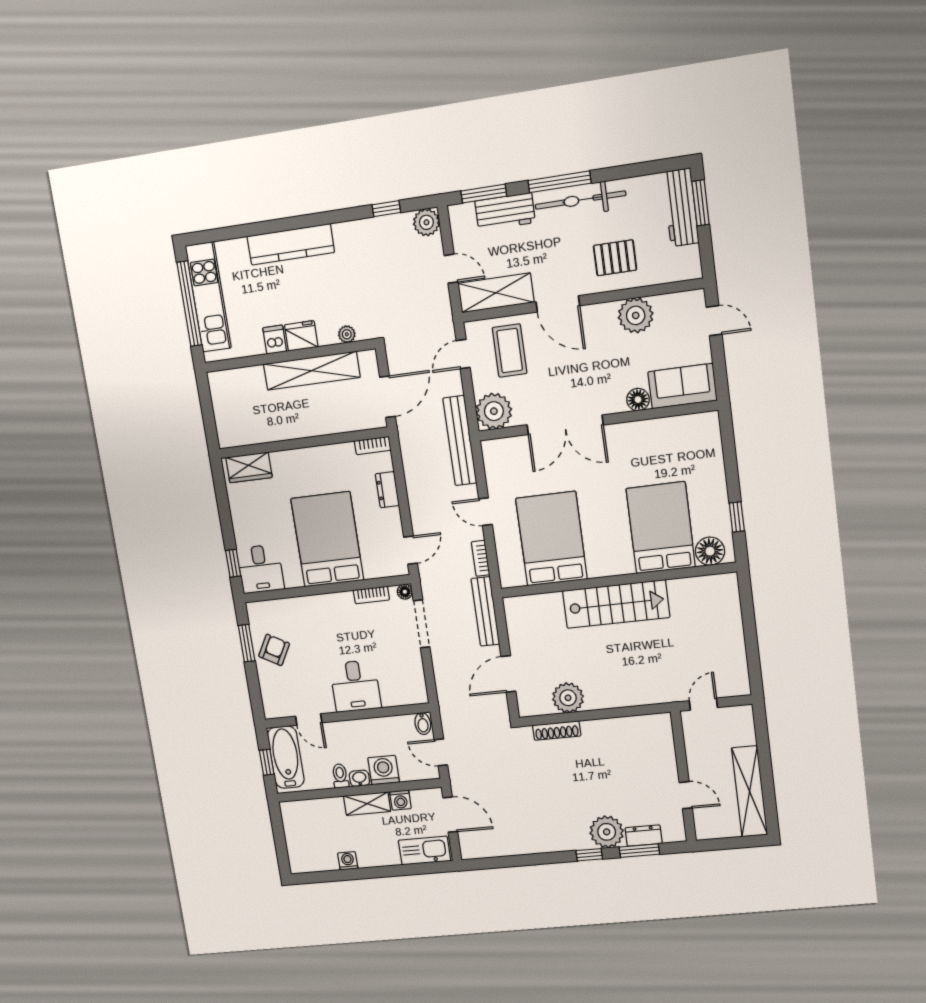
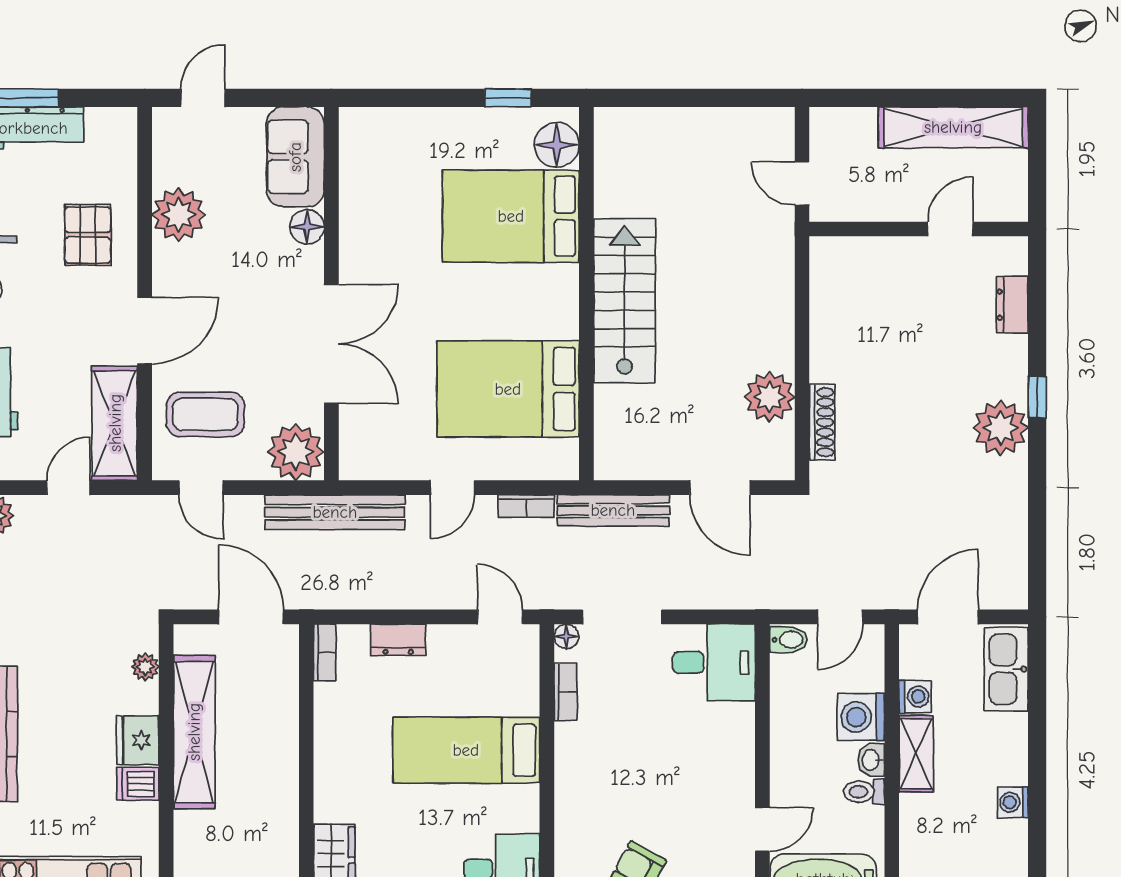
bed: (327, 539) -> (466, 750), width x0.67
desk: (355, 686) -> (714, 663), moved
plant: (607, 832) -> (1001, 428), moved
window: (639, 851) -> (1037, 315), removed

